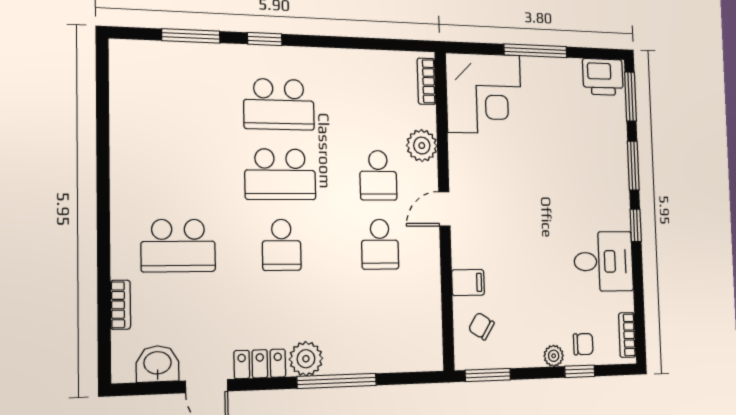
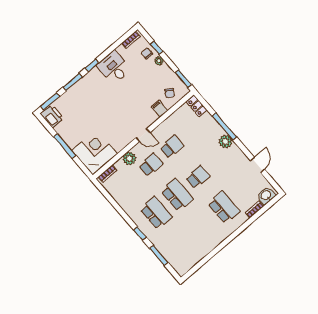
washbasin: (157, 364) -> (266, 195), moved, turned 90
locker: (260, 364) -> (197, 106), moved

